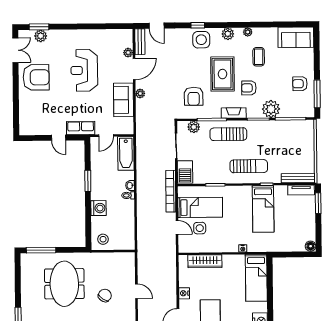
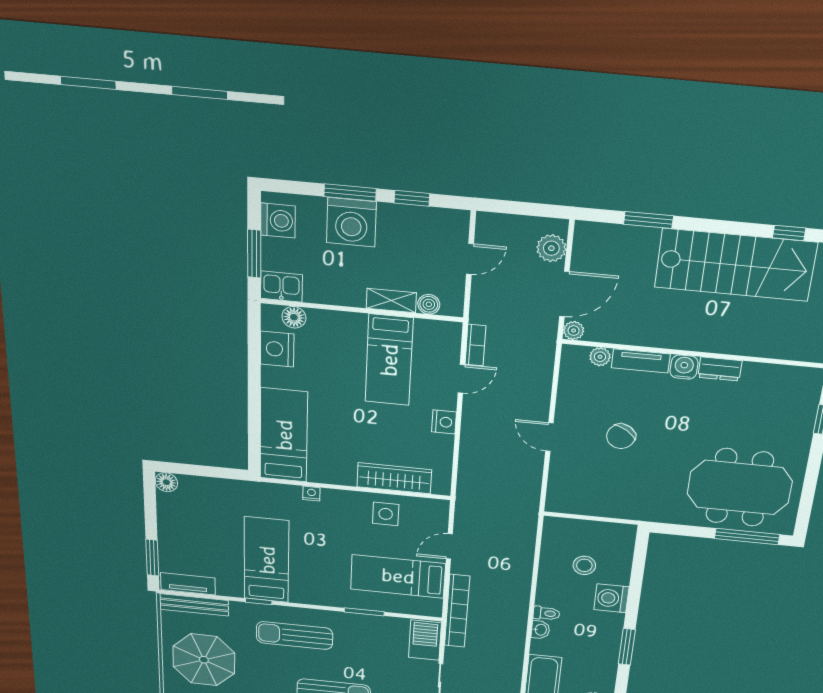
parasol: (294, 145) -> (204, 660), added
door: (177, 227) -> (449, 546), hinge flipped
side table: (200, 228) -> (386, 514), moved
stool: (103, 239) -> (584, 565), moved
meeting table: (64, 284) -> (740, 488), moved, turned 90

